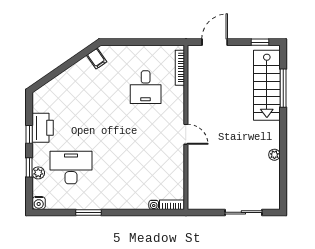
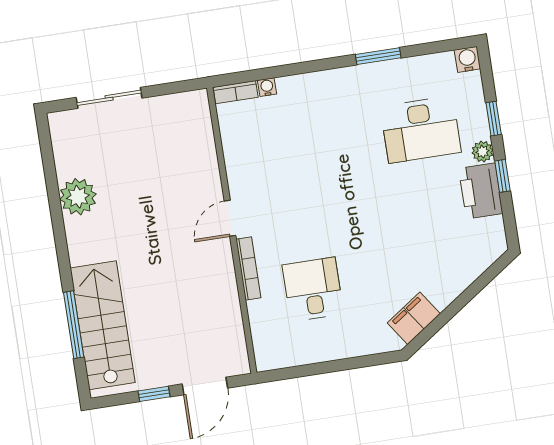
window: (260, 42) -> (154, 394), moved
filing cabinet: (97, 58) -> (414, 318), width x2.00
bookcase: (180, 68) -> (248, 269), moved
door: (186, 134) -> (230, 218), hinge flipped
plant: (274, 155) -> (78, 197), width x1.88, depth x1.88
plant: (38, 173) -> (482, 152), moved

